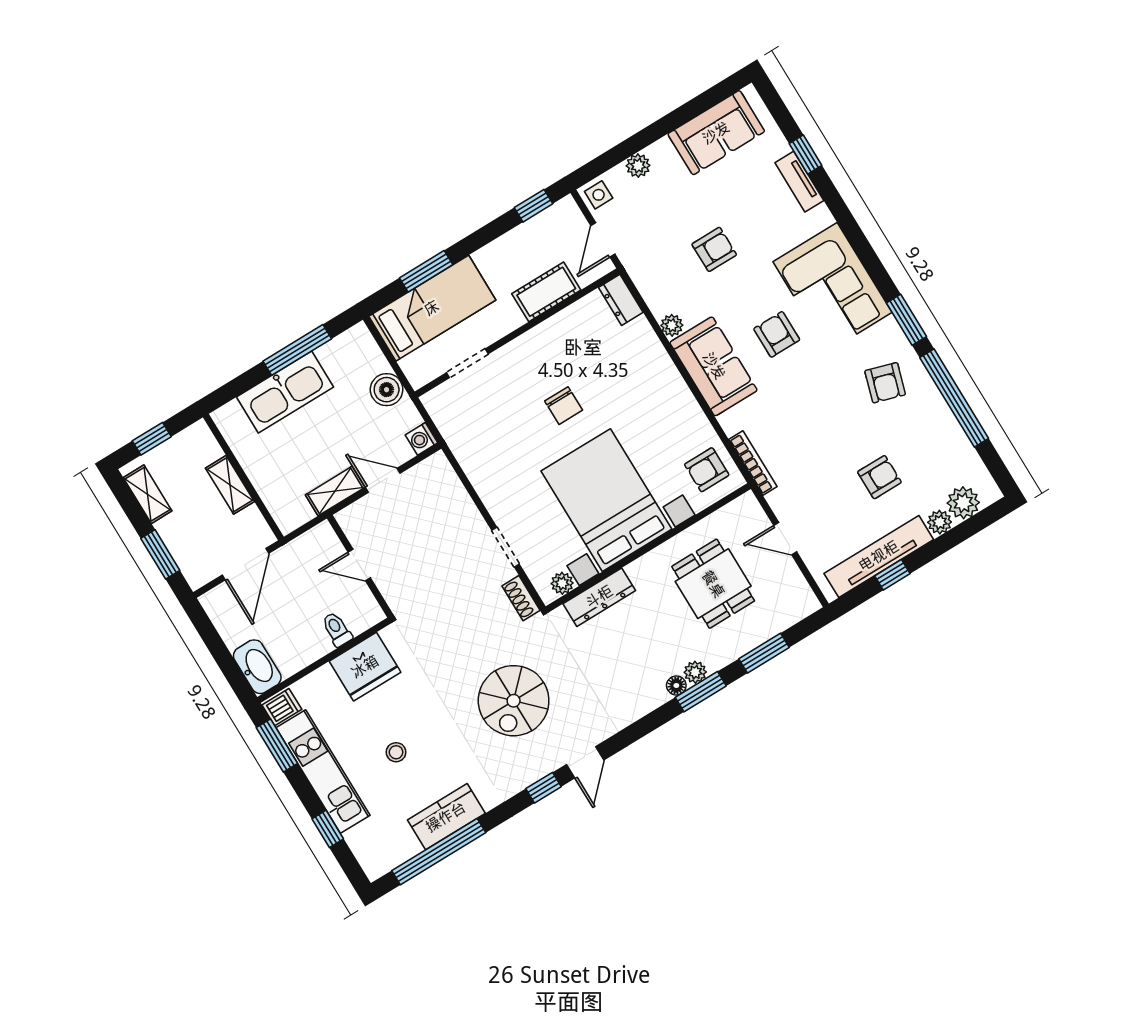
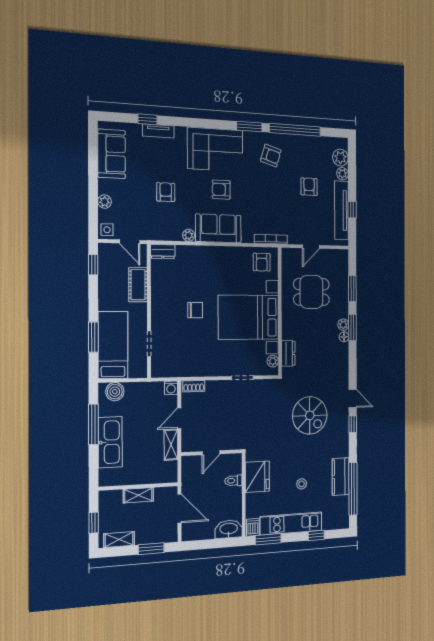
boiler: (387, 390) -> (115, 392), moved
dresser: (599, 597) -> (288, 353), width x0.70
shoe rack: (521, 598) -> (194, 386), moved

